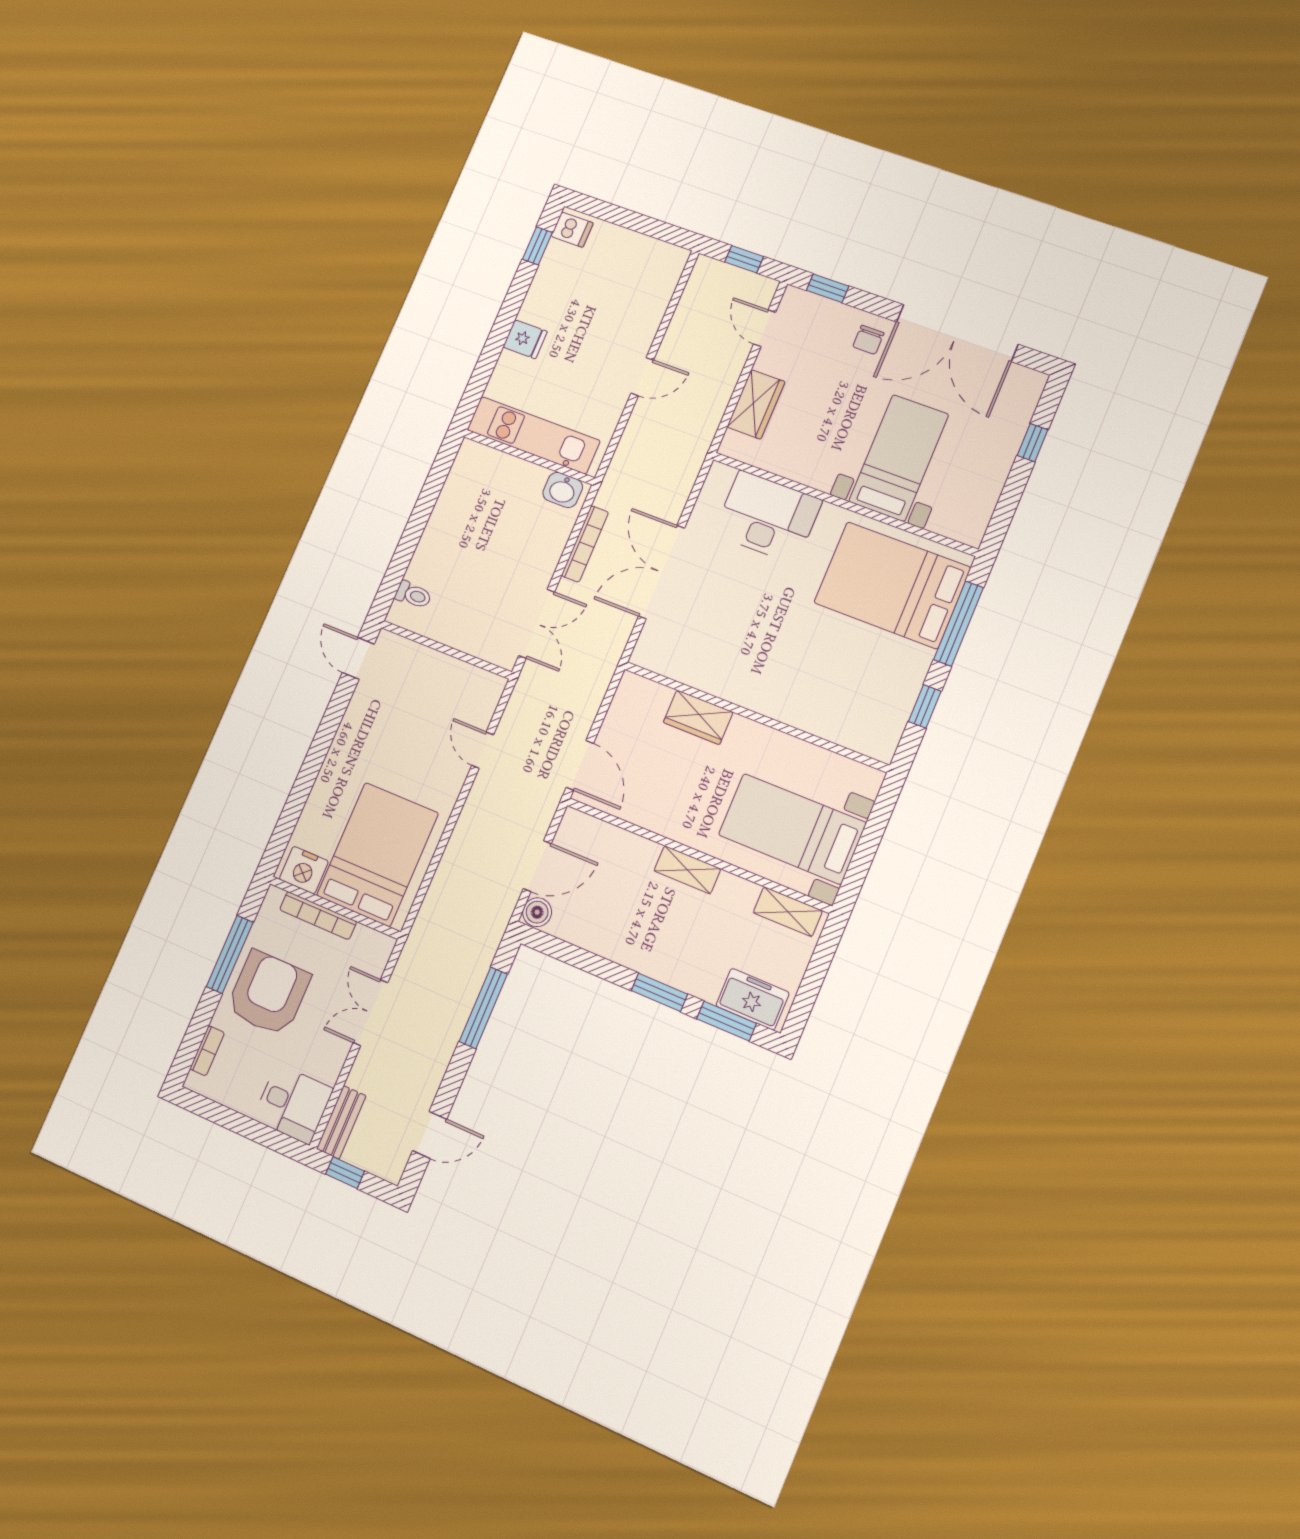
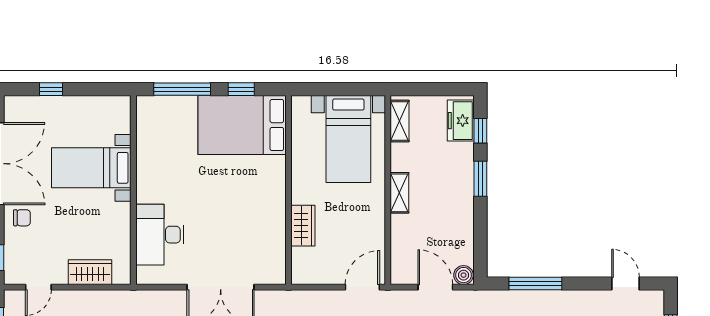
bed: (892, 585) -> (242, 125), moved, turned 90
window: (726, 1021) -> (480, 131), width x0.67

